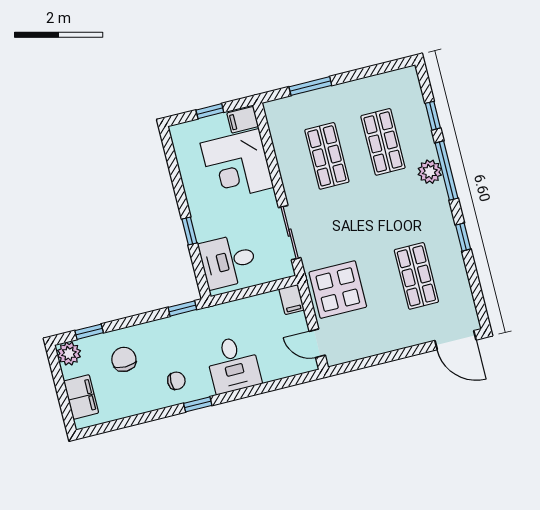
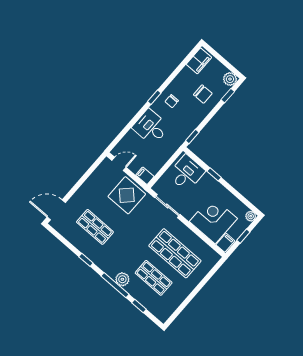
window: (310, 86) -> (205, 280), removed
plant: (179, 133) -> (251, 216), added
shop shelf: (327, 156) -> (175, 253), width x1.43, depth x1.36
filing cabinet: (81, 397) -> (199, 61), moved, turned -90

